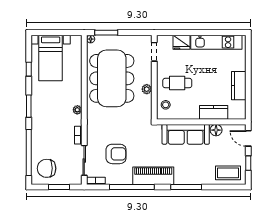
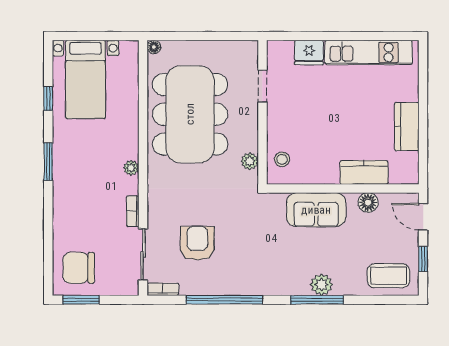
window: (106, 33) -> (181, 36), removed
doorway: (154, 52) -> (262, 86), moved
cafe table: (177, 83) -> (302, 122), removed
plant: (147, 89) -> (250, 161), moved
sofa: (186, 134) -> (316, 210), width x0.73
window: (29, 152) -> (48, 241), removed
armchair: (116, 154) -> (197, 243), turned -90
piano: (153, 176) -> (261, 280), removed
plant: (189, 178) -> (322, 285), added
window: (59, 187) -> (81, 300), moved

